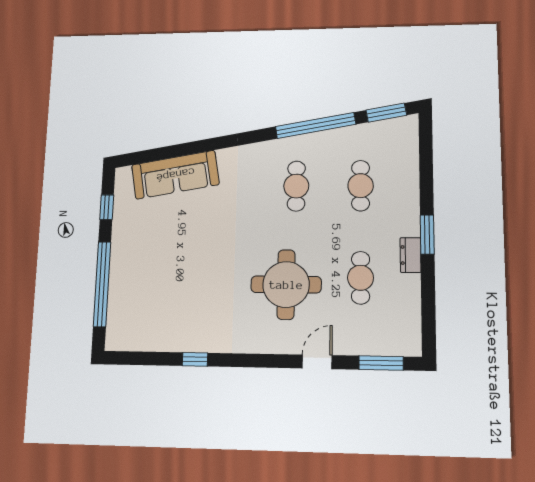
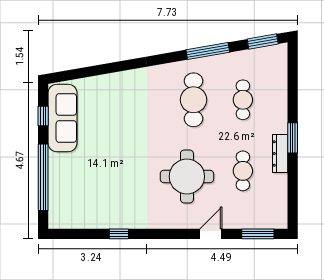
window: (315, 125) -> (208, 51), width x0.68
sofa: (175, 175) -> (63, 118), moved, turned -80
cafe table: (296, 186) -> (194, 100), width x1.37, depth x1.35
dresser: (410, 255) -> (280, 154), width x1.44

